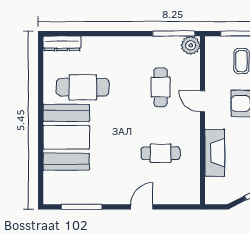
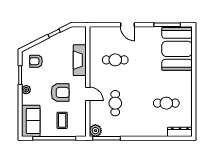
cafe table: (83, 87) -> (166, 103), width x0.73, depth x0.74
booth: (66, 137) -> (177, 49), moved
door: (142, 207) -> (127, 25), hinge flipped

